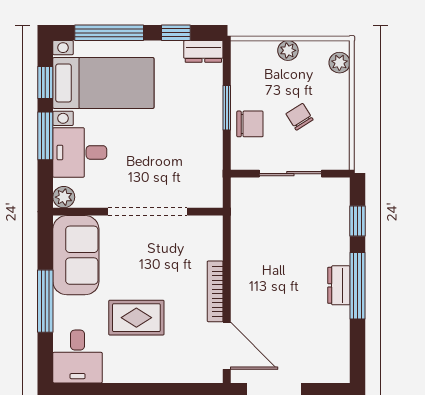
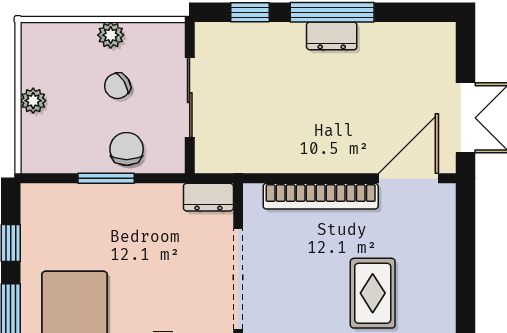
dresser: (203, 51) -> (208, 197), moved, turned 90
plant: (339, 63) -> (111, 35), moved
bookcase: (215, 291) -> (321, 196), width x1.48, depth x1.31

